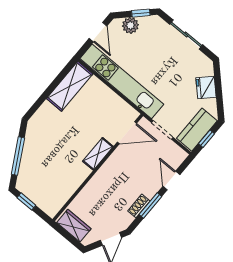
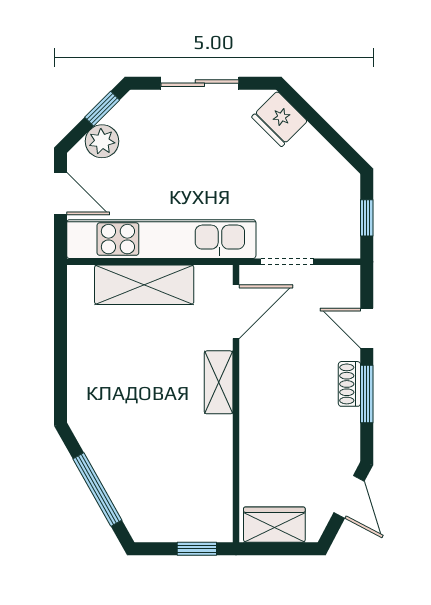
shelving: (70, 86) -> (144, 285), moved, turned 90
fridge: (206, 88) -> (279, 119), moved
kitchen counter: (197, 130) -> (340, 216), removed
window: (26, 201) -> (197, 549), moved
shoe rack: (139, 206) -> (349, 384), moved

